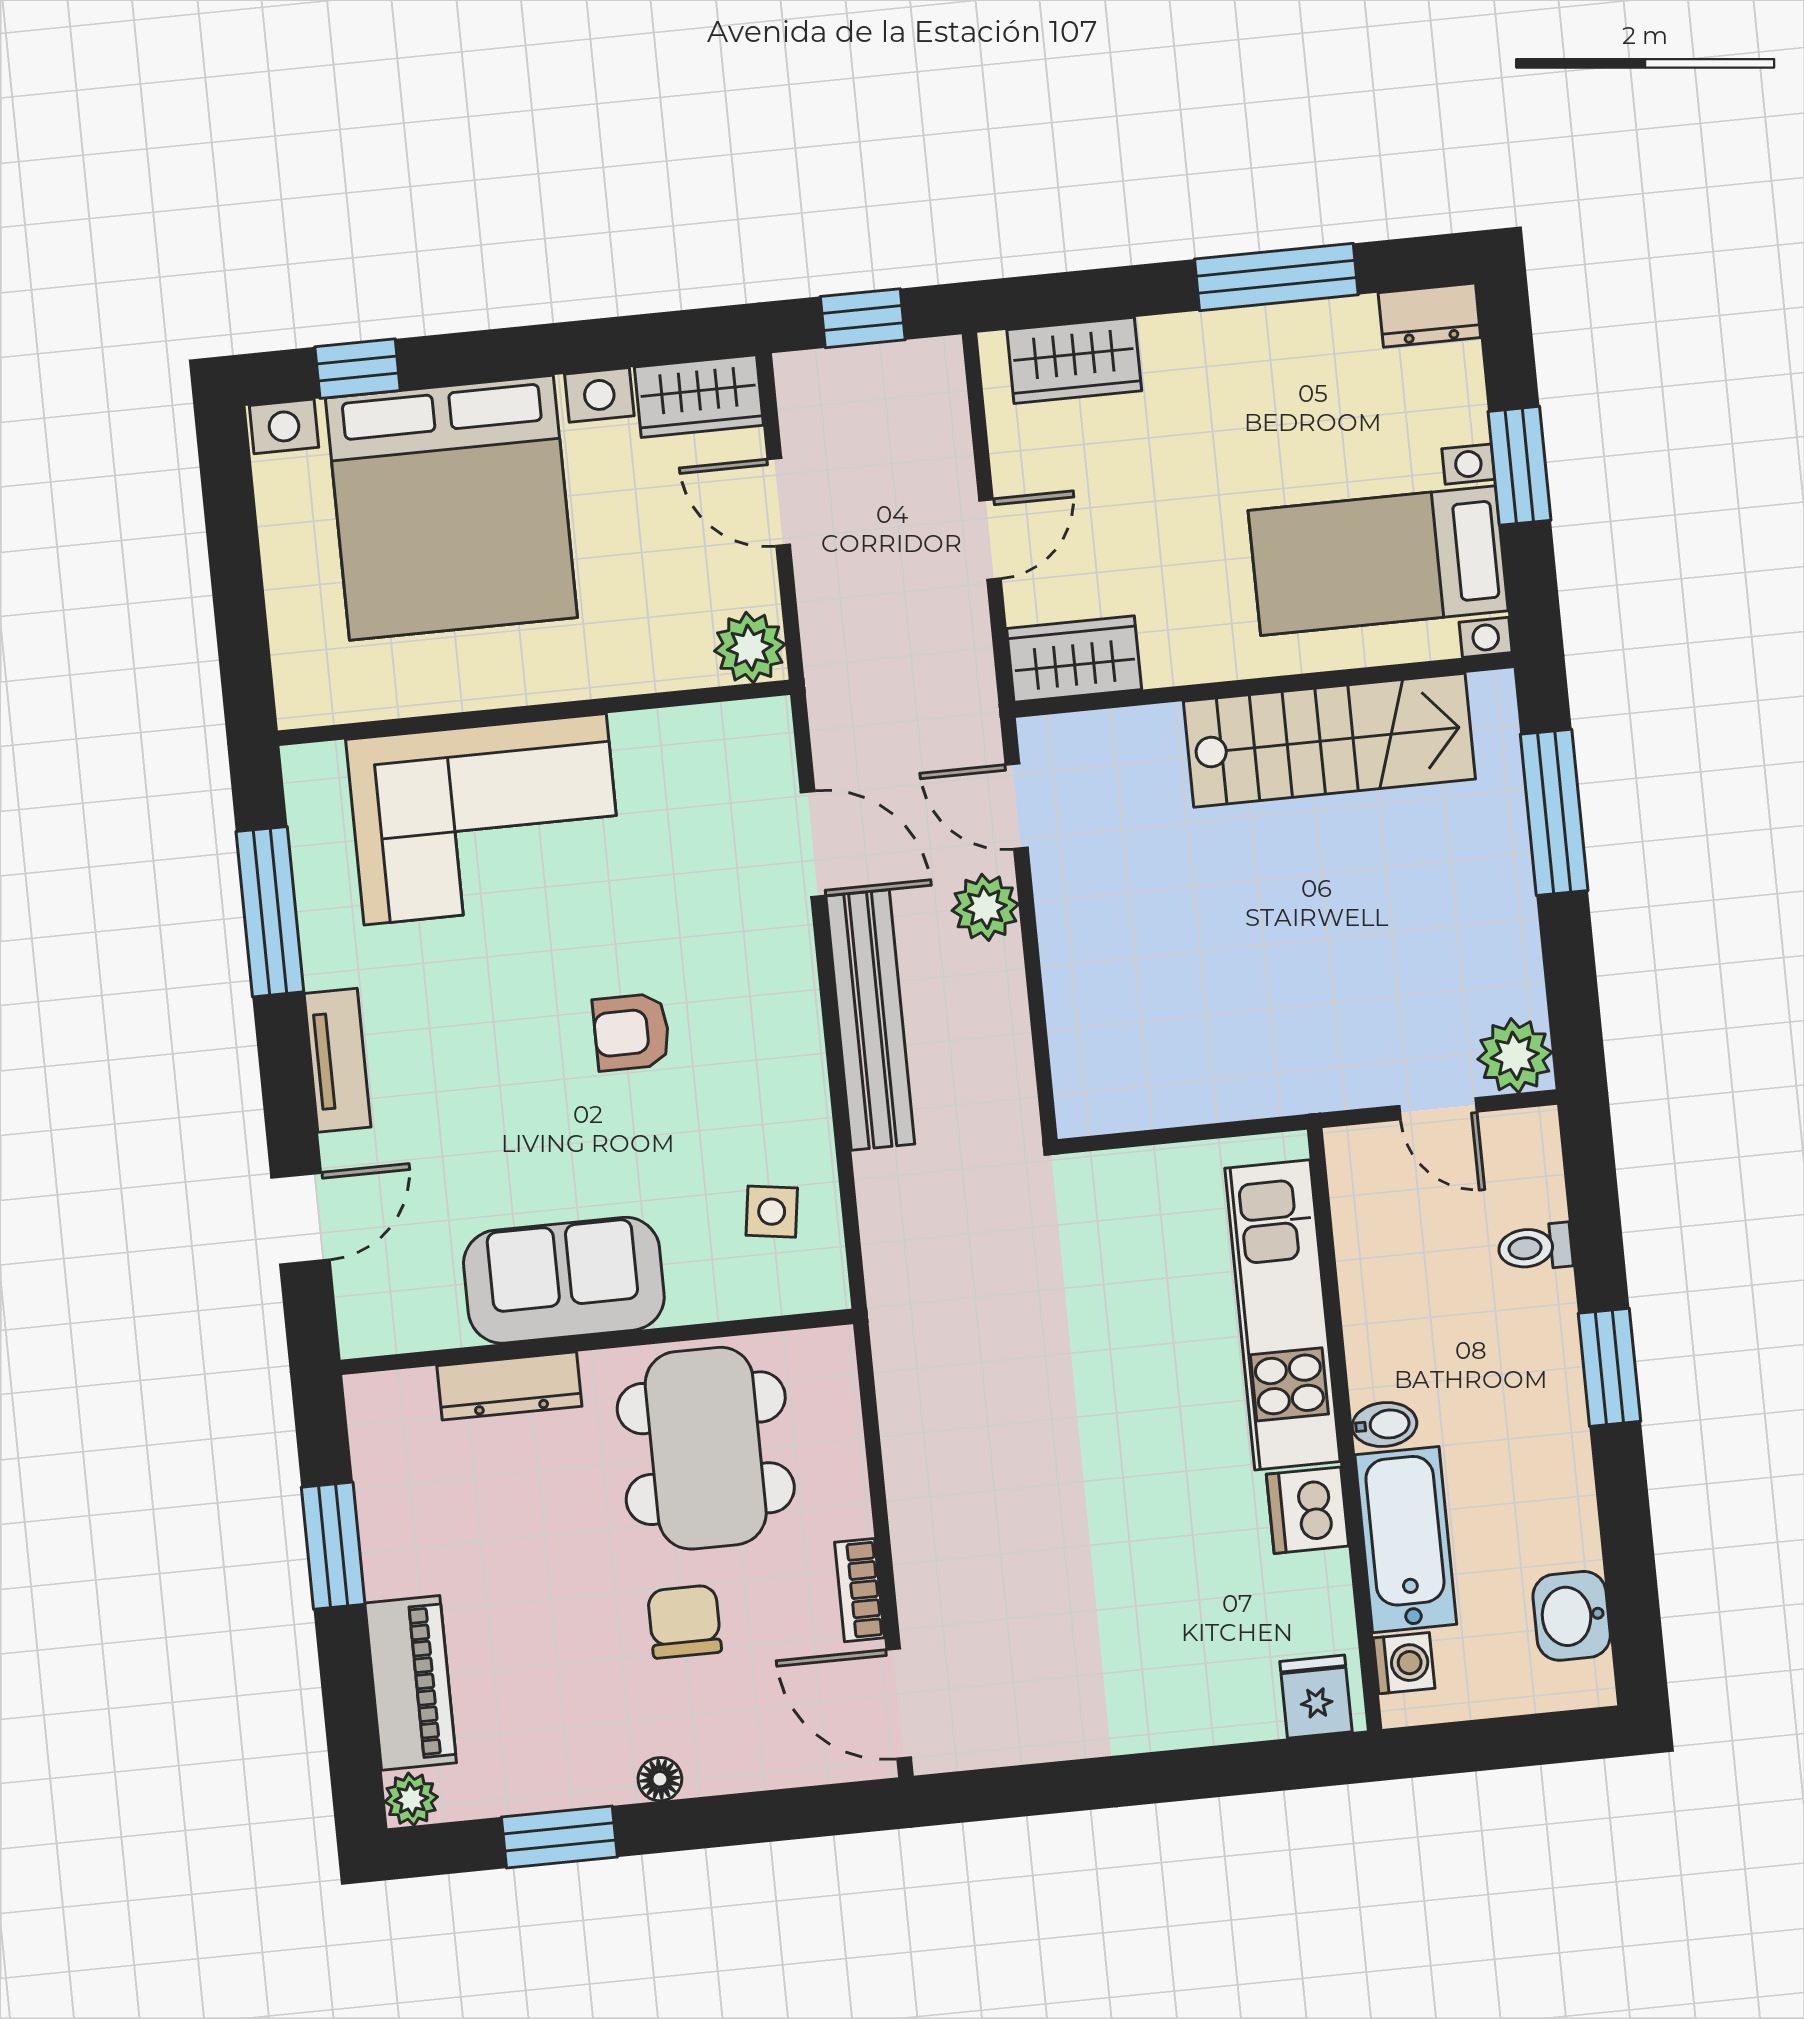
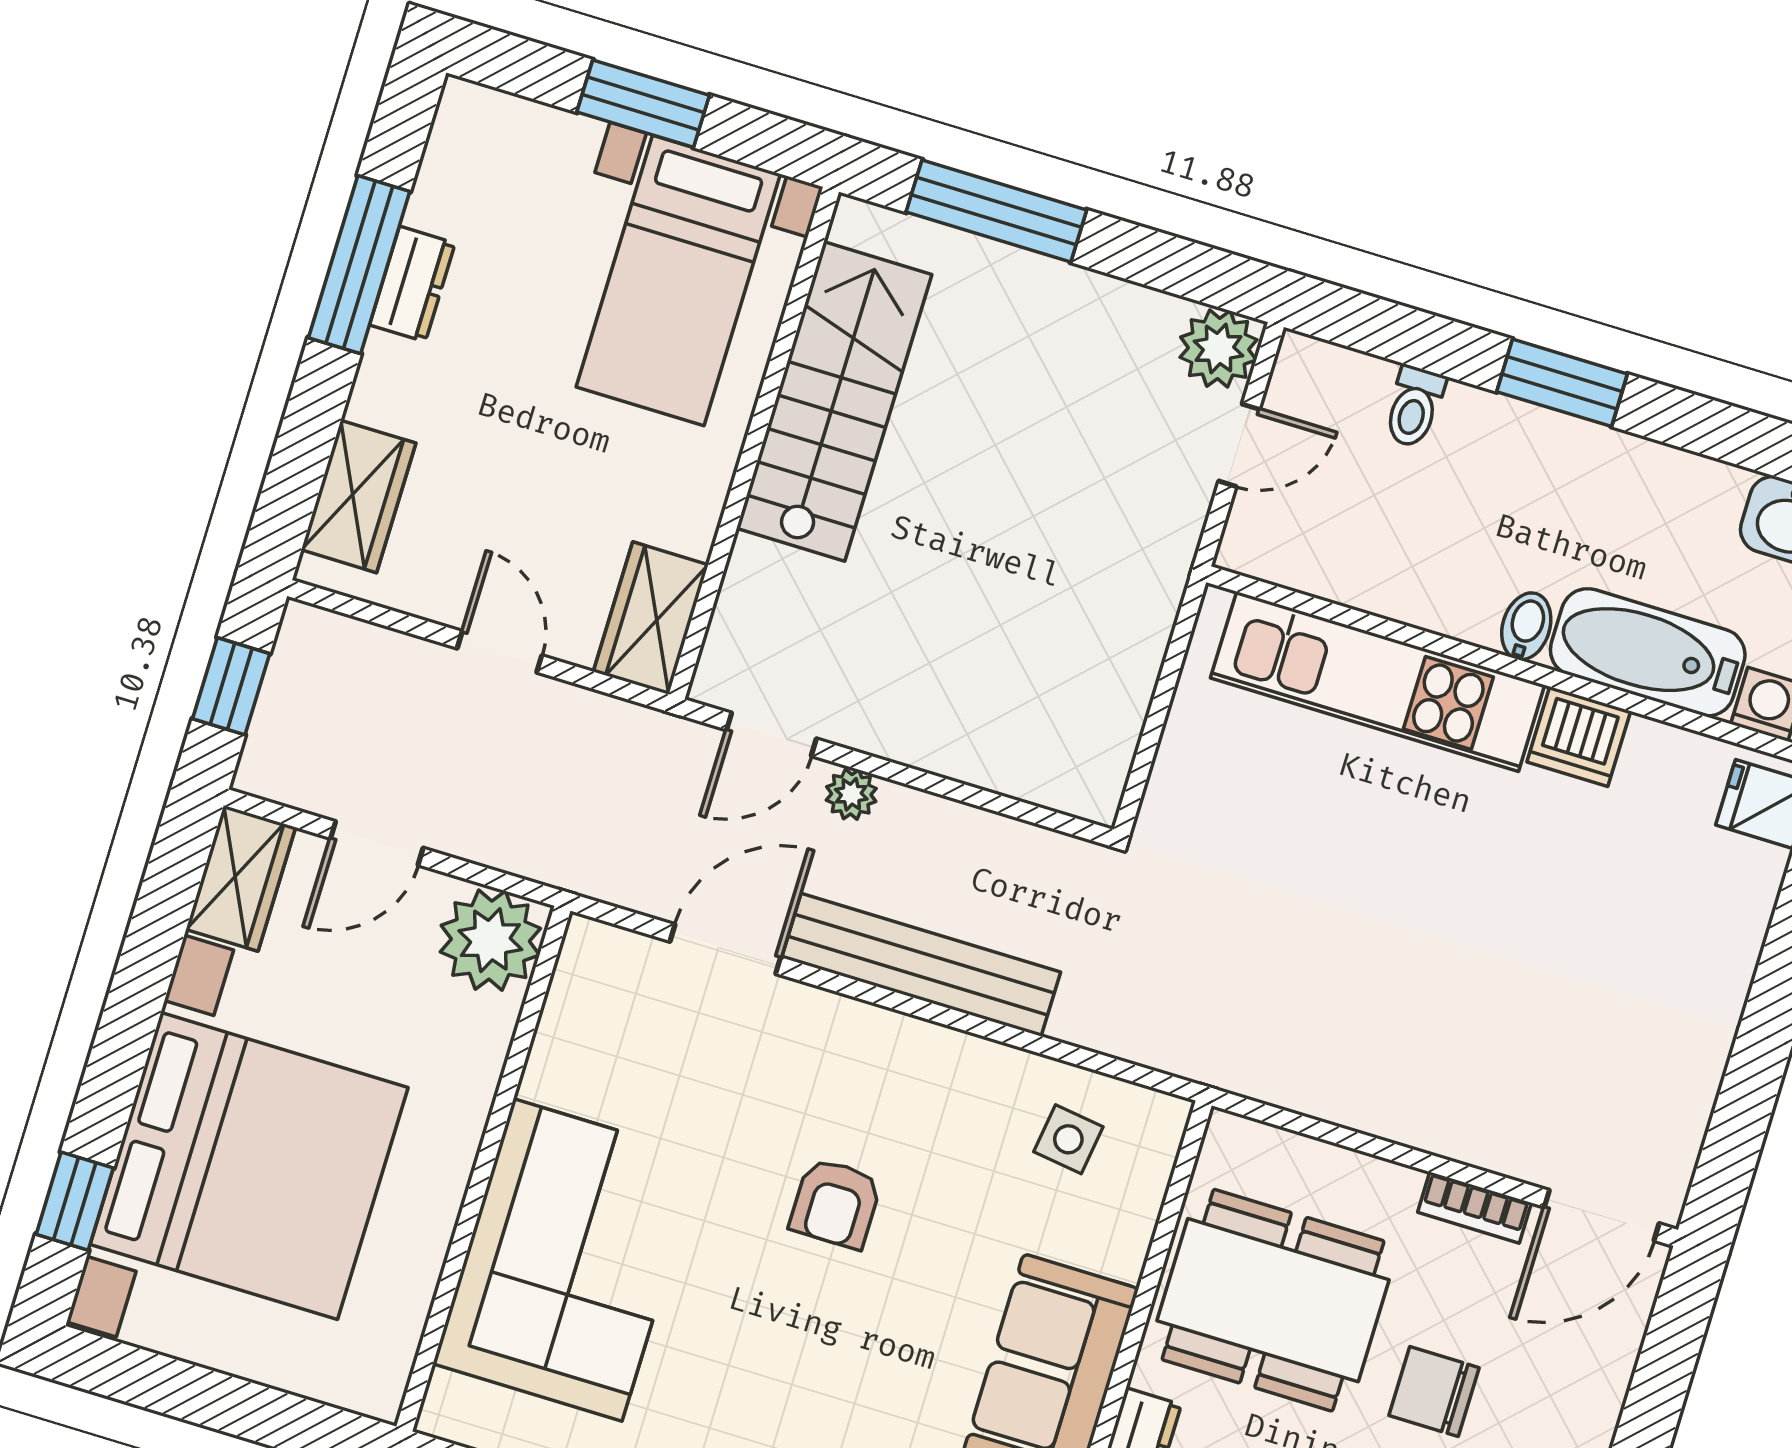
dresser: (1429, 315) -> (412, 284), moved
plant: (750, 648) -> (490, 940), width x1.36, depth x1.36
plant: (985, 907) -> (851, 794), width x0.73, depth x0.73

